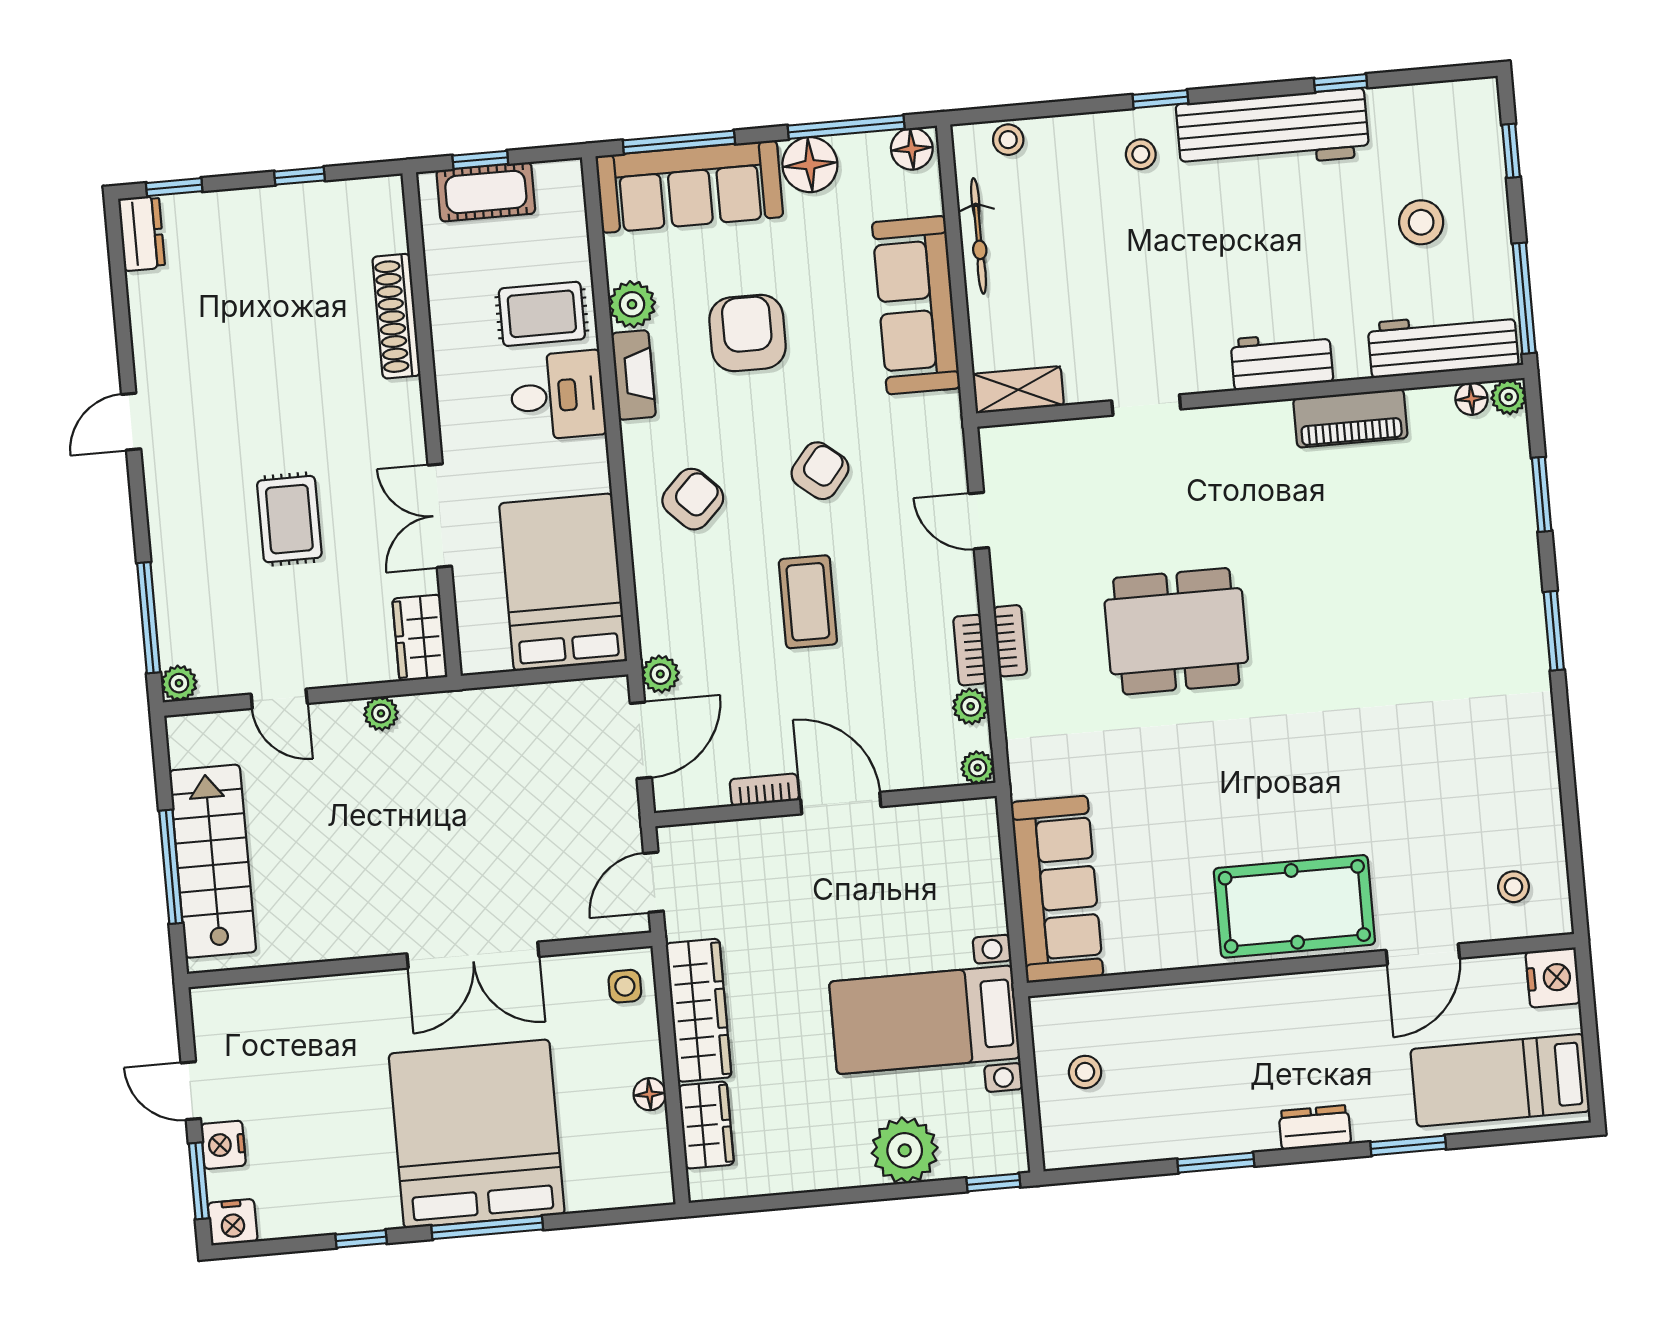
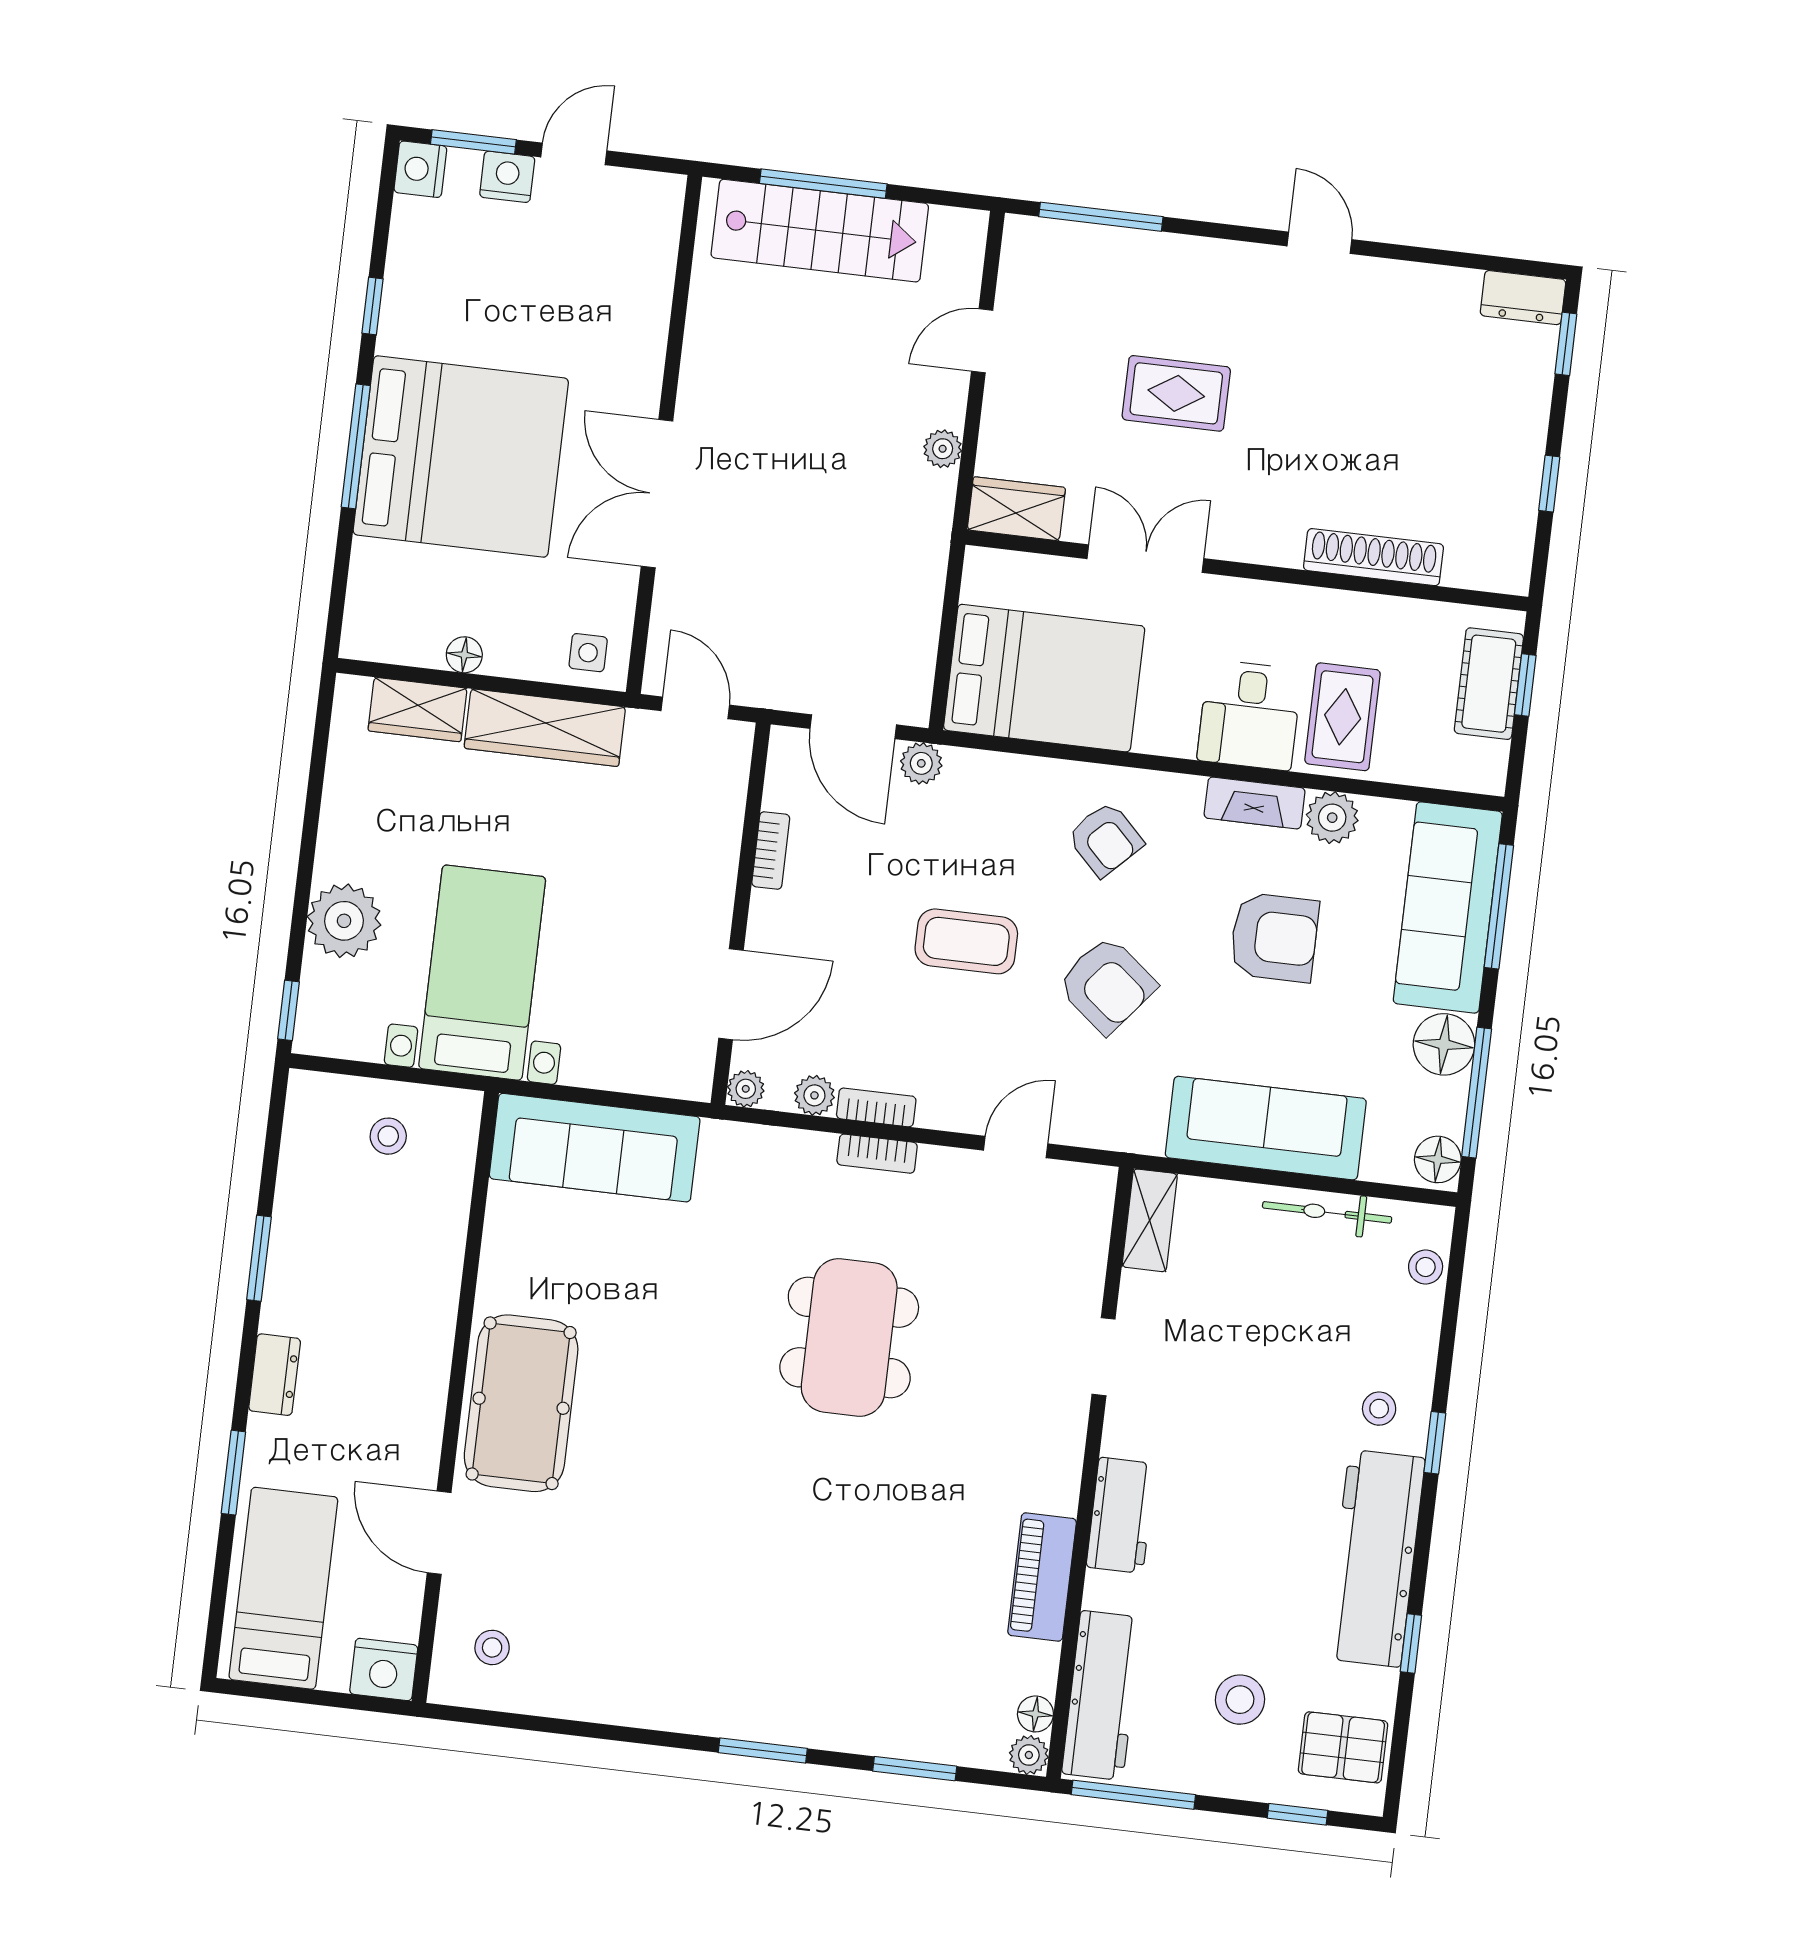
pallet: (1444, 123) -> (1343, 1747), added
armchair: (820, 471) -> (1107, 985), width x1.38, depth x1.38
plant: (179, 683) -> (1022, 235), removed
door: (841, 803) -> (731, 994), moved

